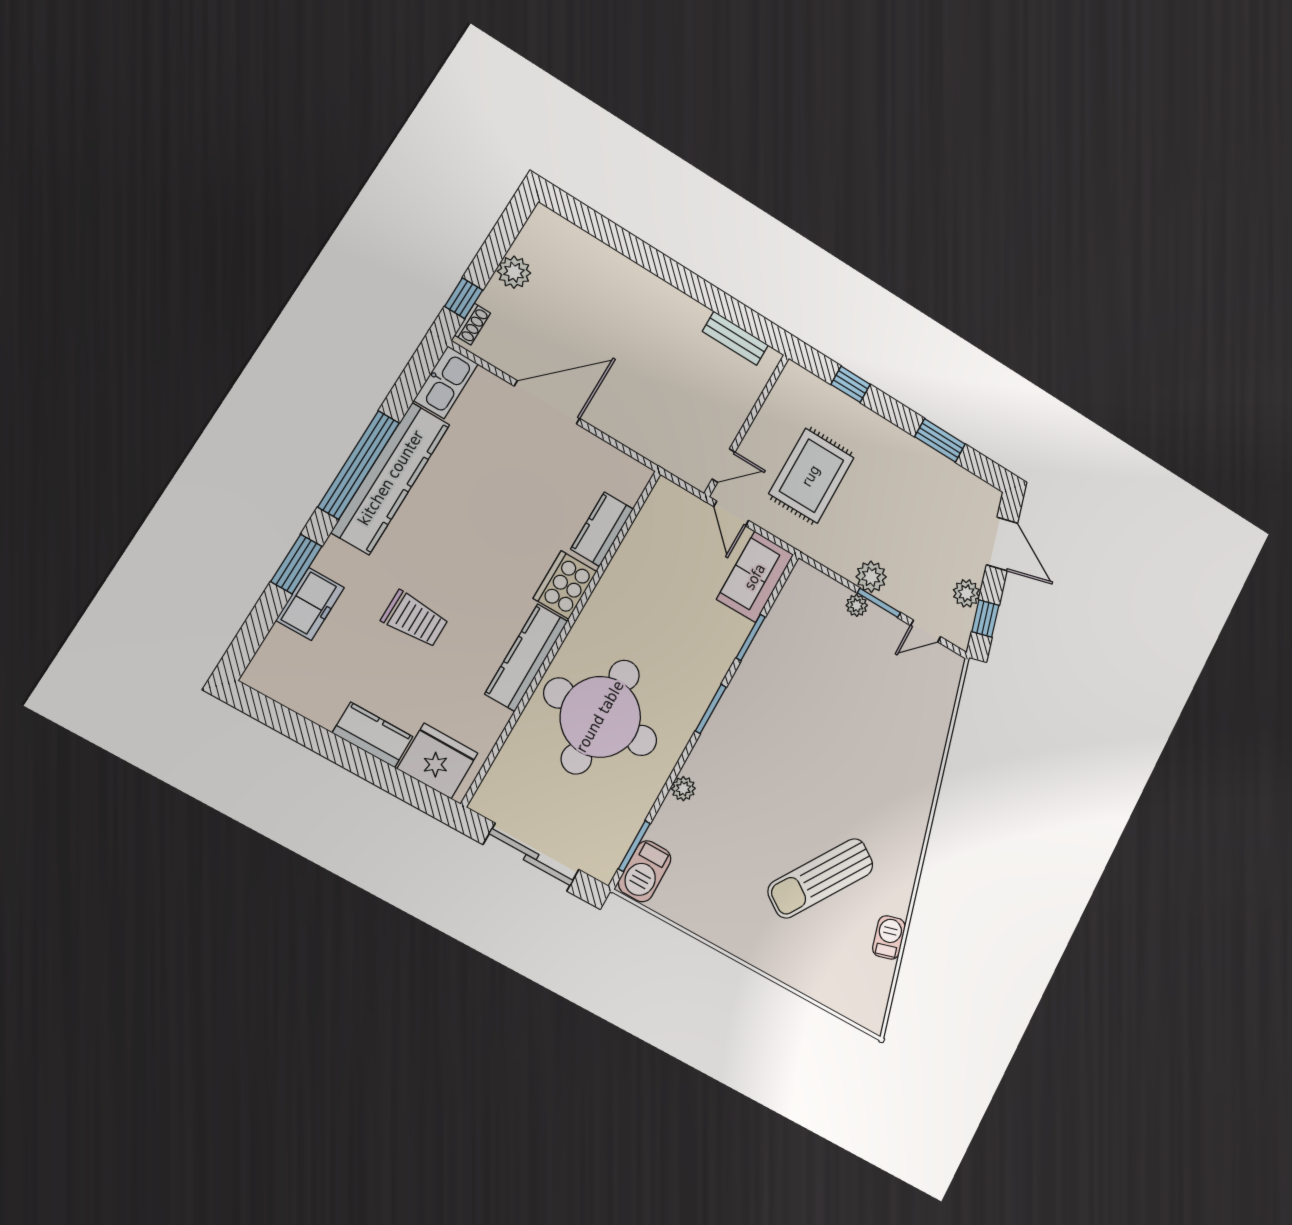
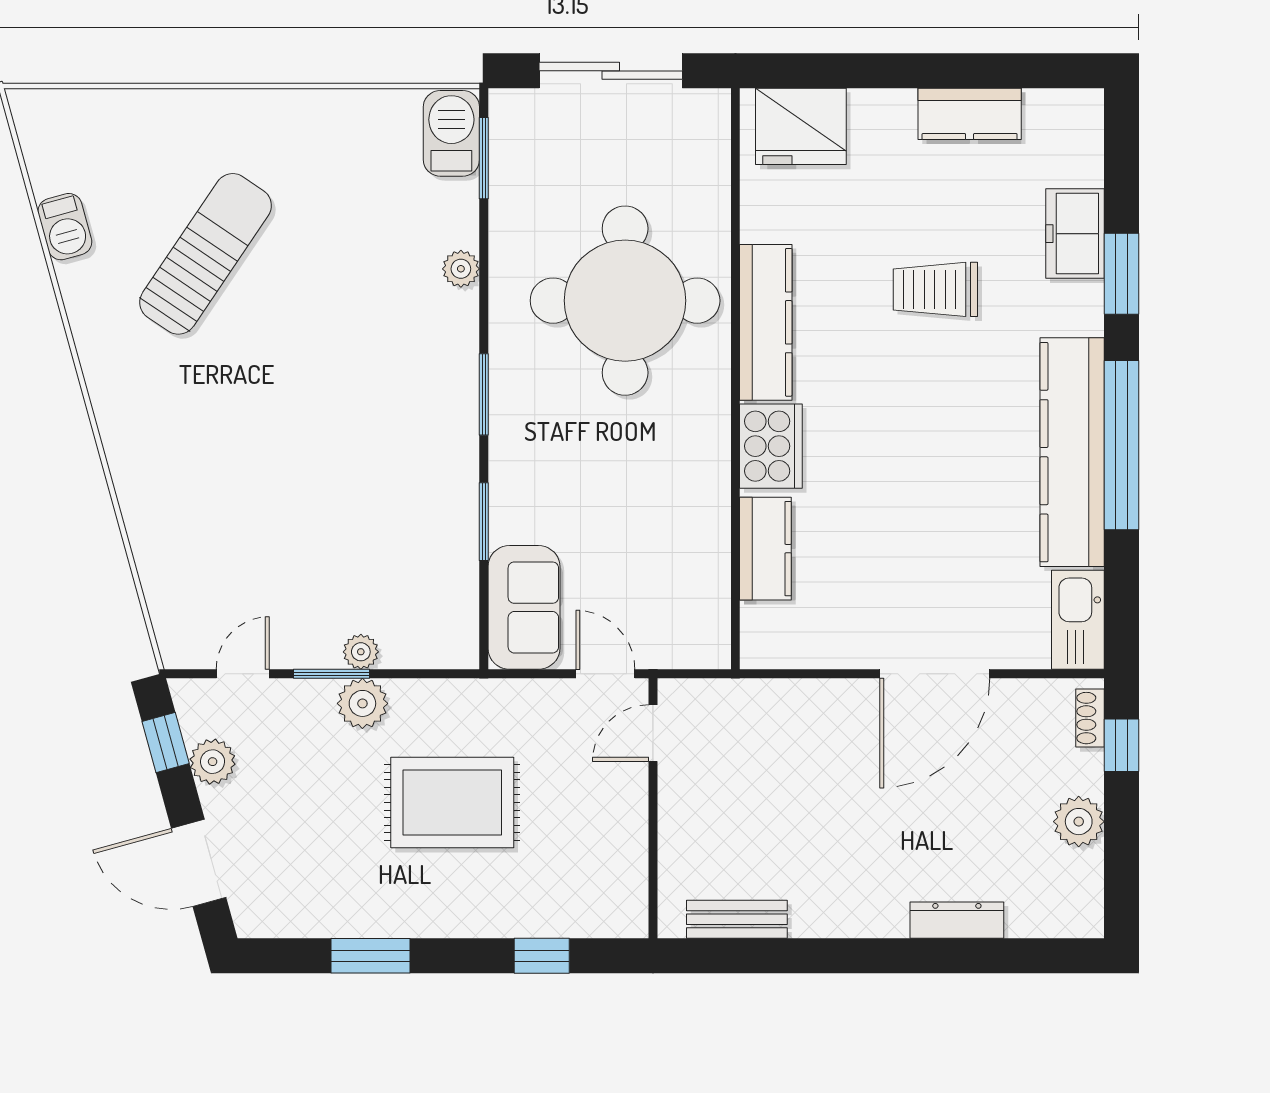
dresser: (615, 262) -> (957, 920), added
rug: (811, 476) -> (452, 802), moved, turned 90
kitchen counter: (373, 735) -> (970, 114), moved

